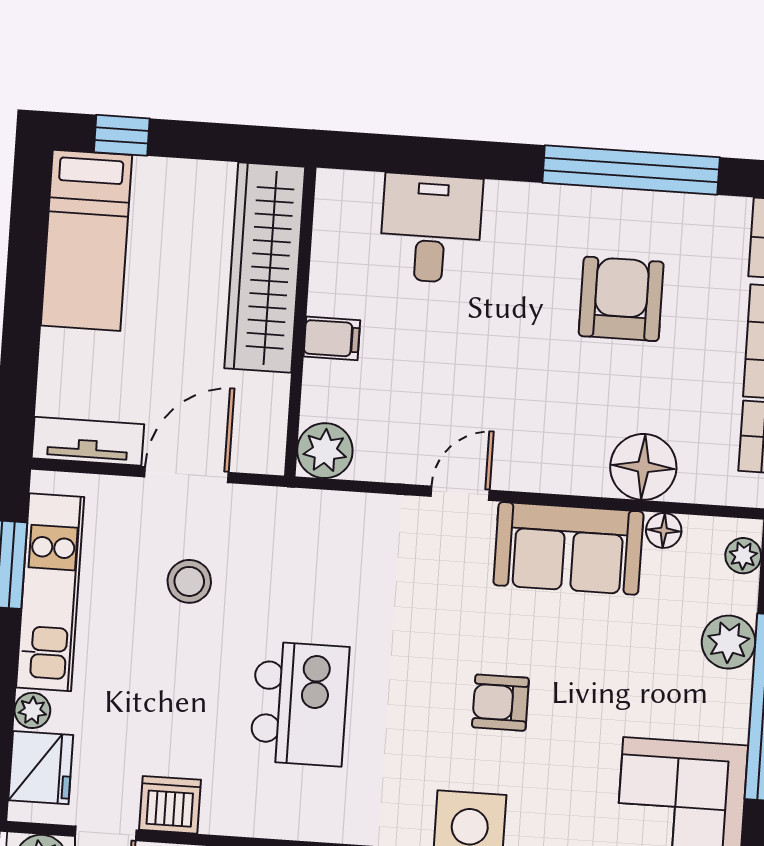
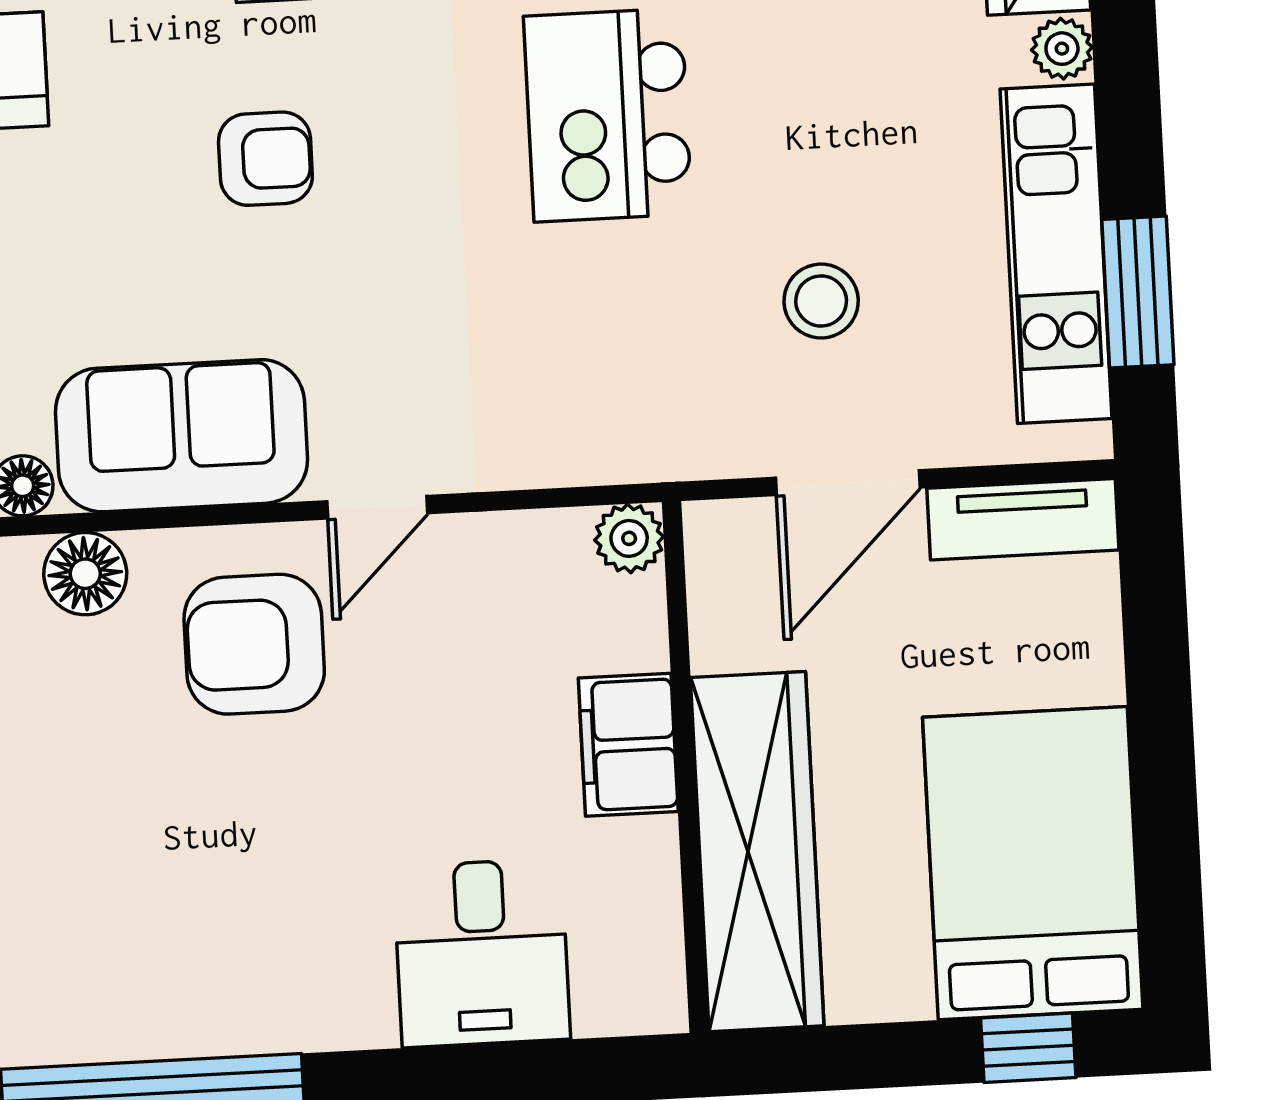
bed: (86, 240) -> (1033, 863), width x1.50
armchair: (621, 299) -> (254, 644), moved, turned 90
filing cabinet: (332, 338) -> (628, 745), width x2.00
plant: (325, 451) -> (629, 538), width x0.73, depth x0.73
floor lamp: (643, 467) -> (85, 574), width x0.73, depth x0.73

